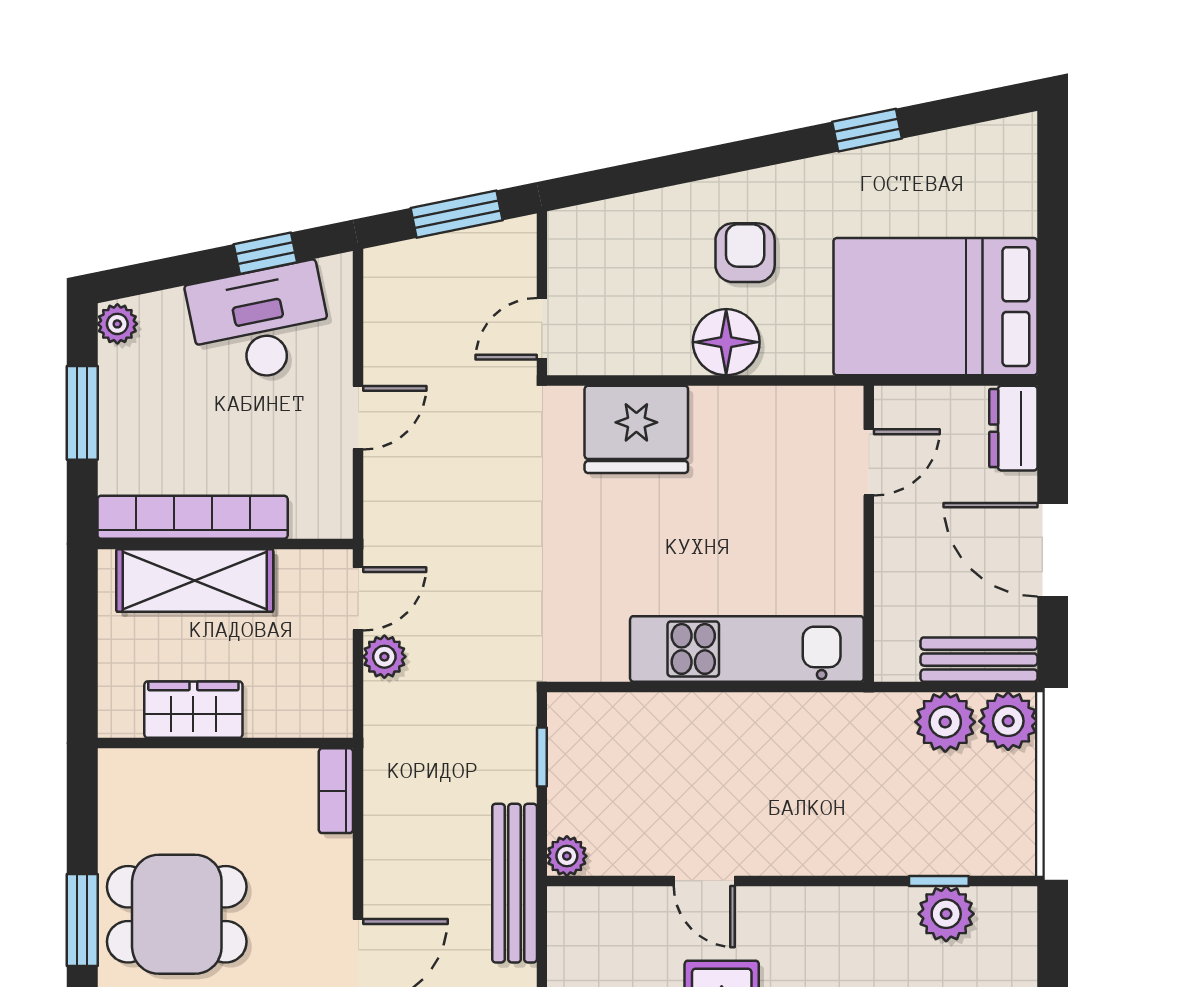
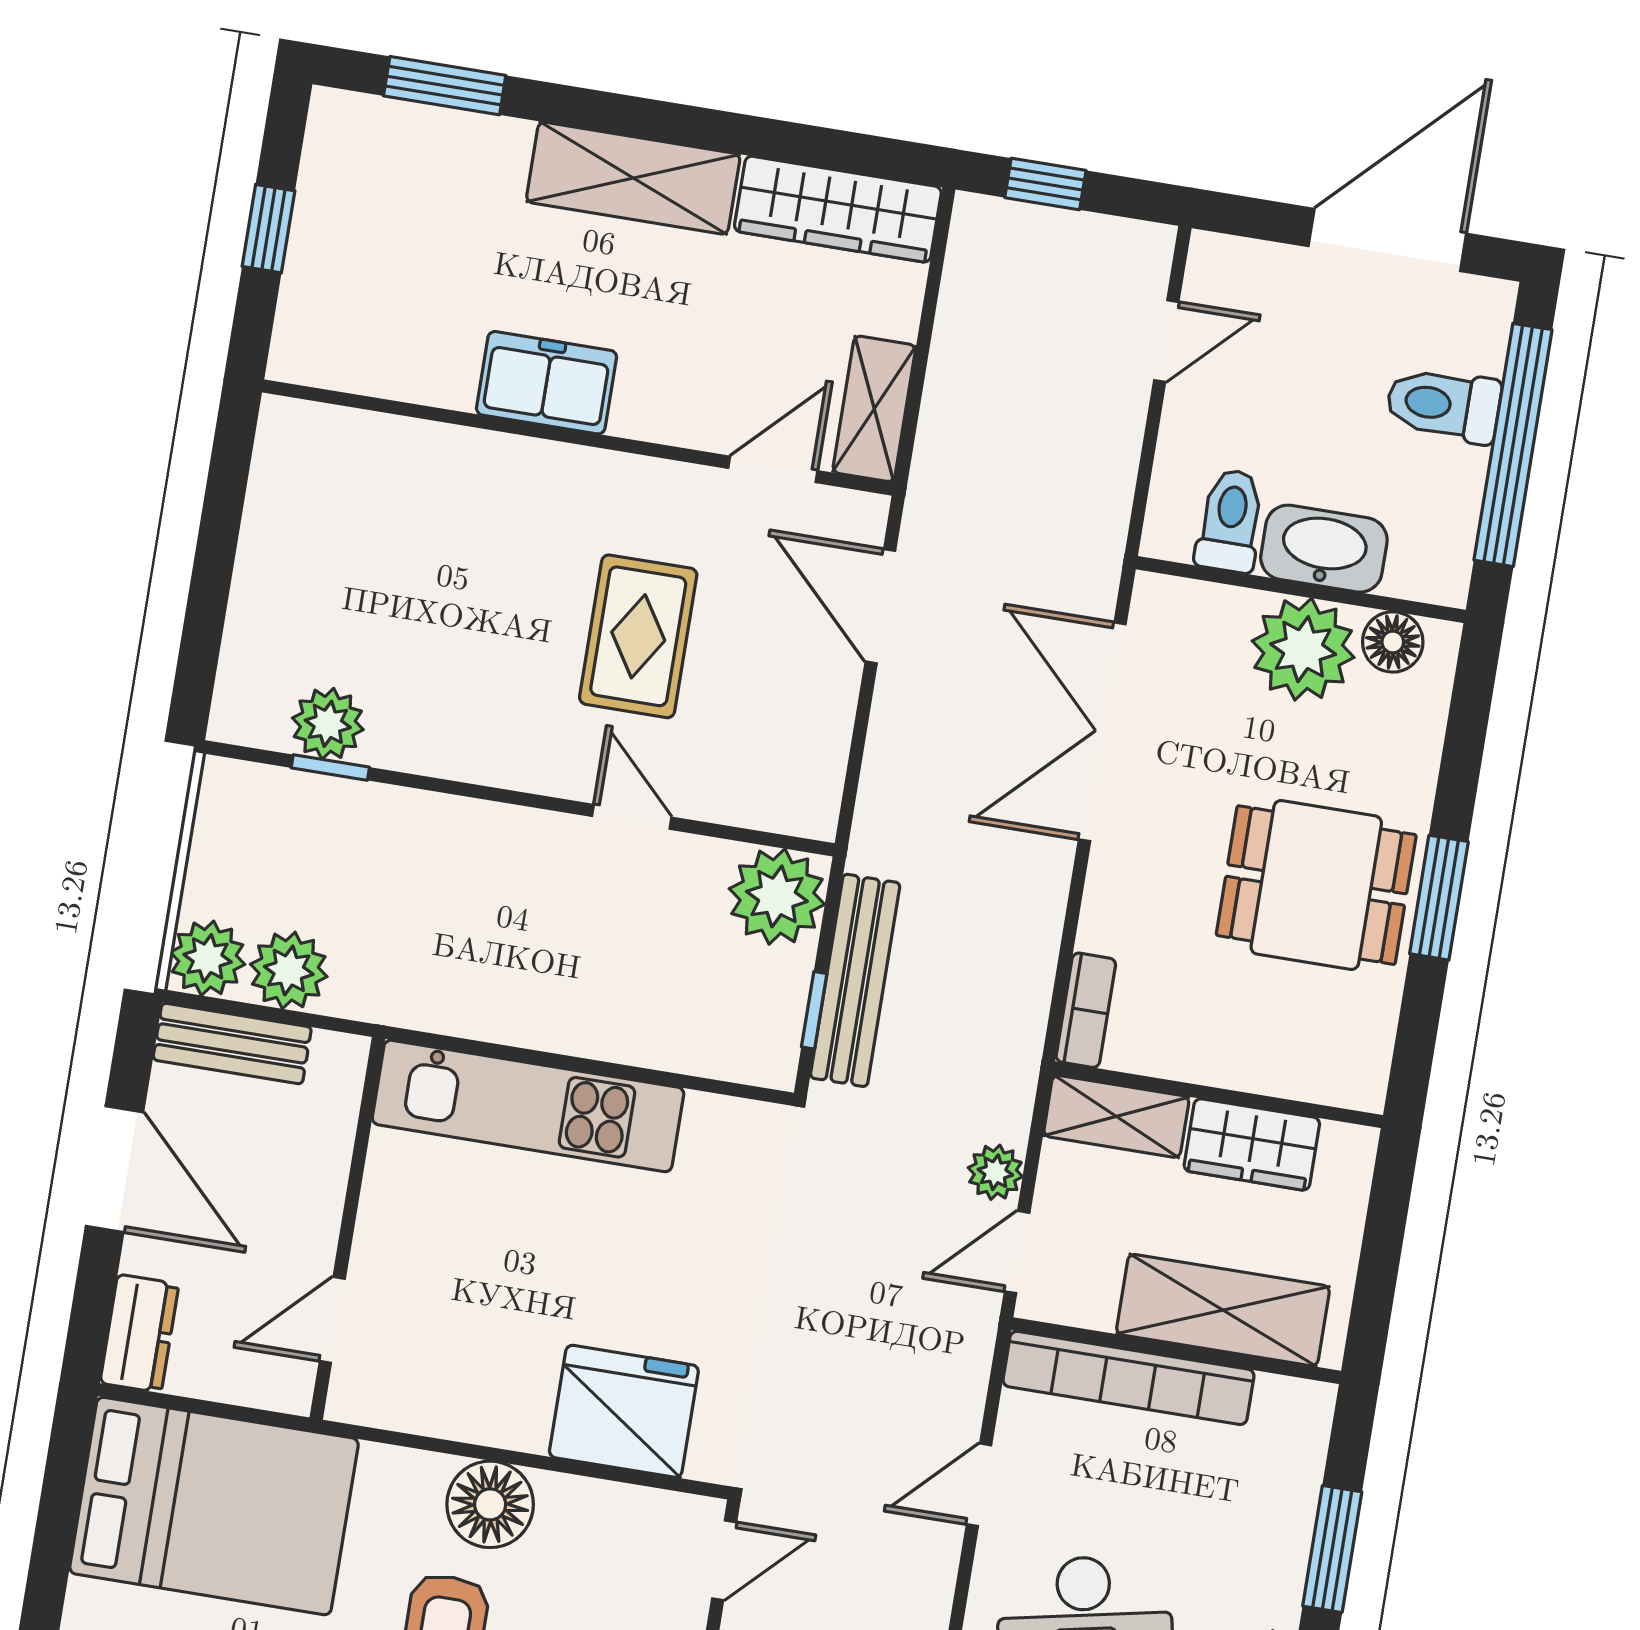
bookcase: (193, 517) -> (1129, 1378), moved
shelving: (300, 714) -> (1116, 1116), added
plant: (567, 856) -> (777, 896), width x1.88, depth x1.88
bench: (515, 883) -> (855, 980), moved

